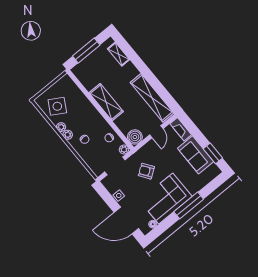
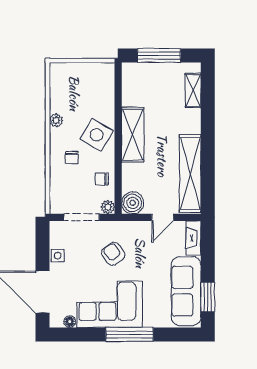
side table: (57, 106) -> (97, 135), moved
plant: (68, 135) -> (56, 136), removed
sofa: (196, 155) -> (186, 291), width x1.36

